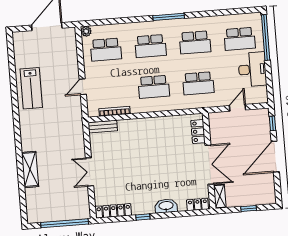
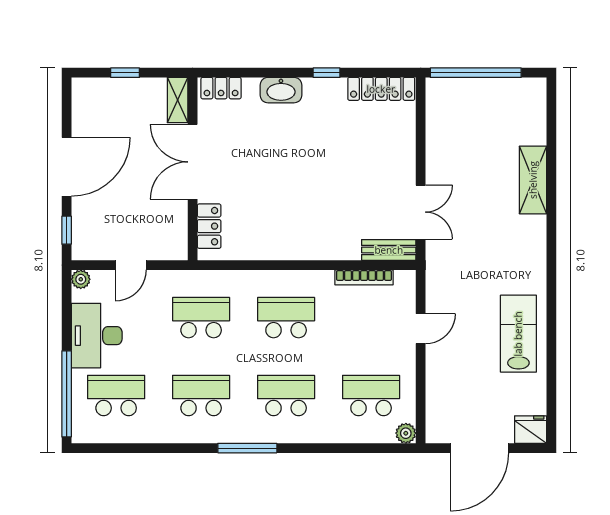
fridge: (21, 38) -> (531, 430), added
plant: (263, 98) -> (81, 279), added
double door: (90, 172) -> (421, 212), moved

